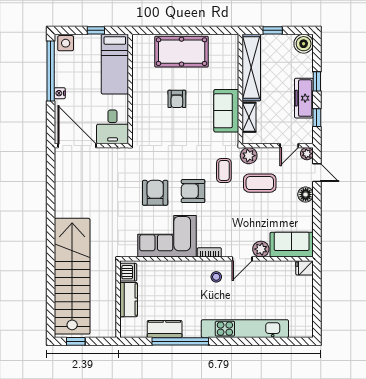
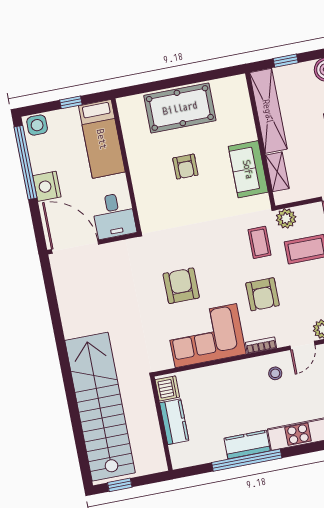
nightstand: (60, 93) -> (47, 186), width x1.89, depth x1.79
armchair: (193, 191) -> (263, 294), moved, turned -90
kitchen counter: (165, 329) -> (247, 444), moved

